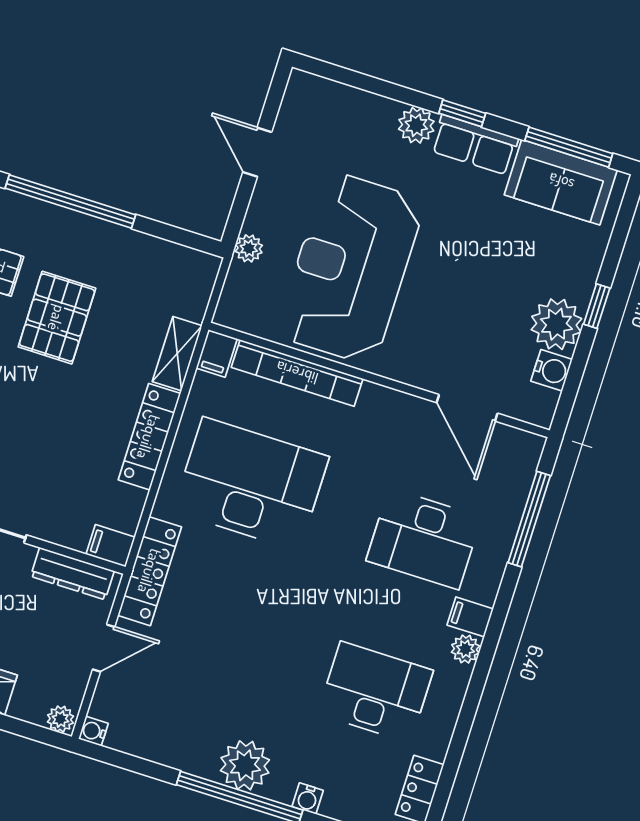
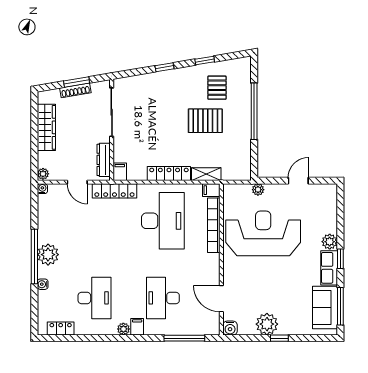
water cooler: (552, 370) -> (230, 328), moved
door: (467, 408) -> (221, 299), hinge flipped

